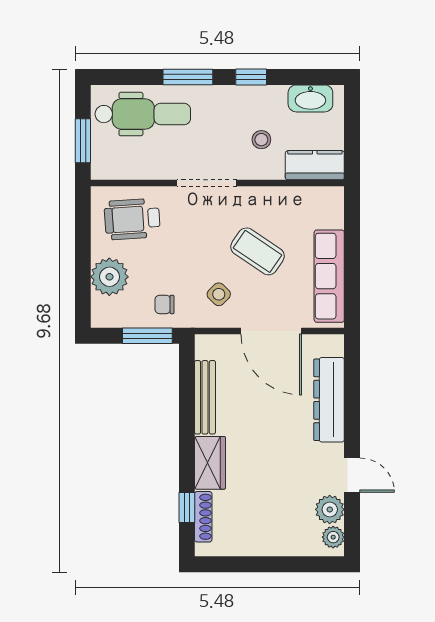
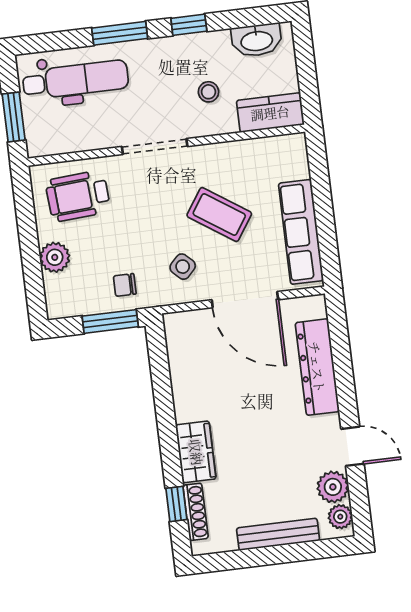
plant: (109, 277) -> (55, 257), width x0.73, depth x0.73
bench: (205, 397) -> (278, 534), moved, turned 90

